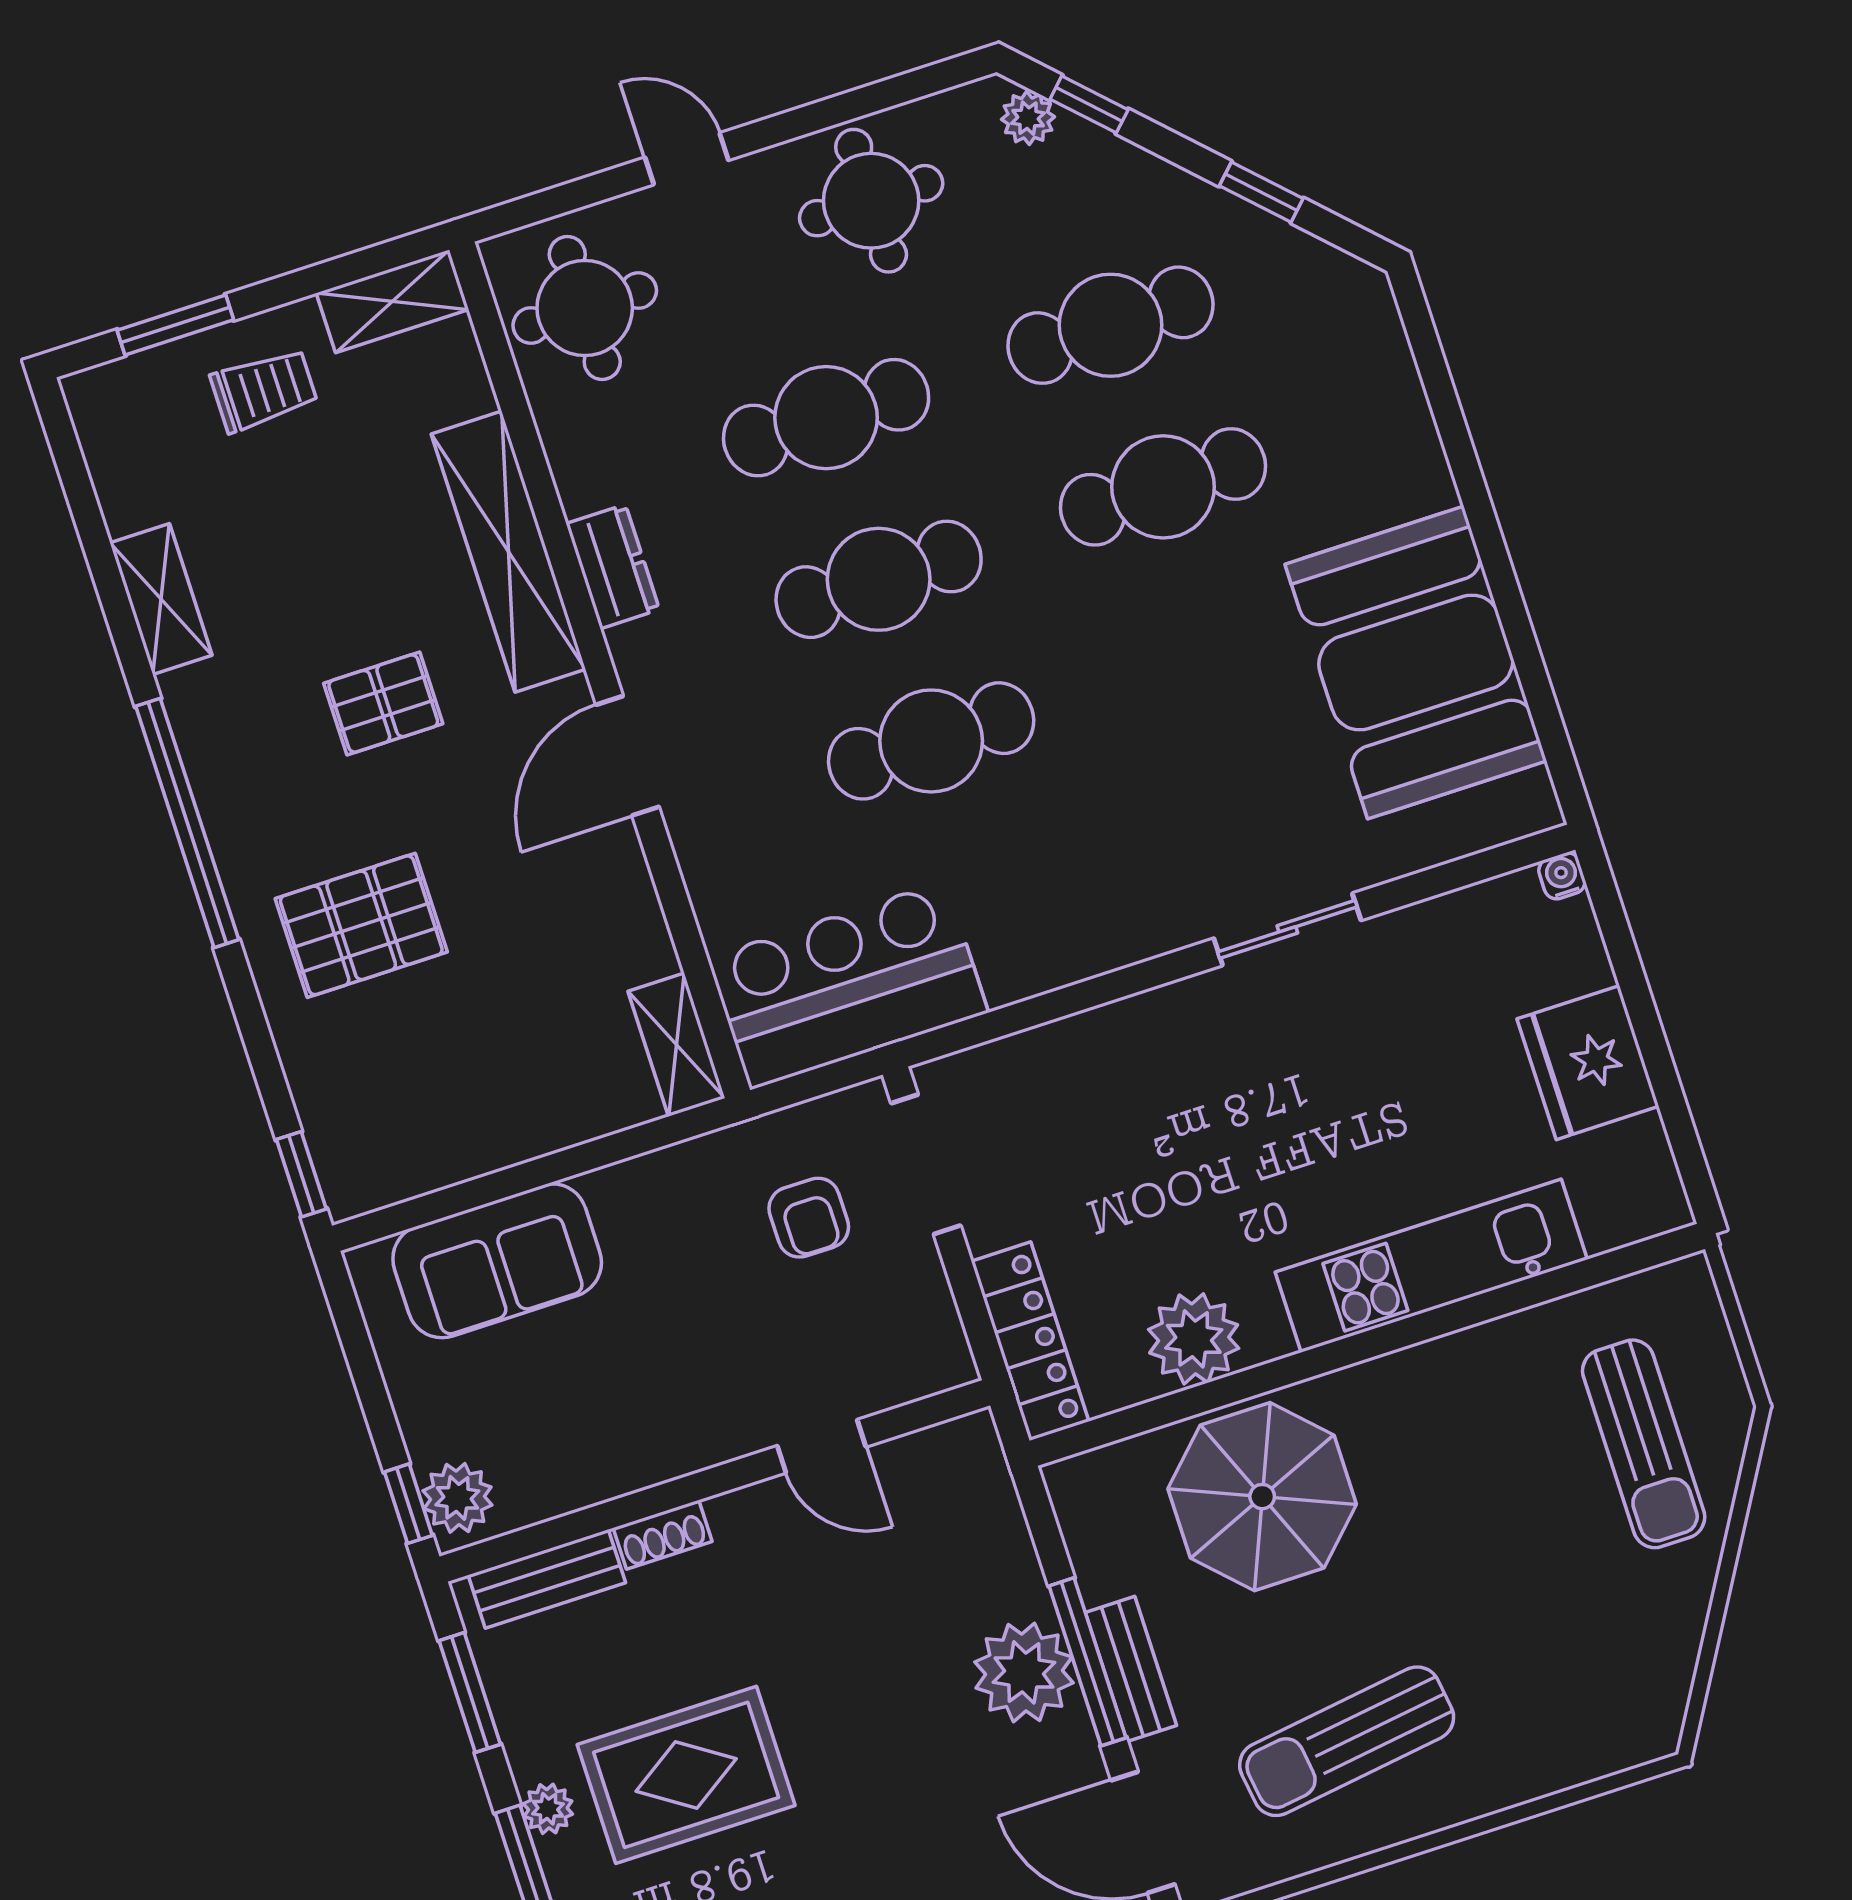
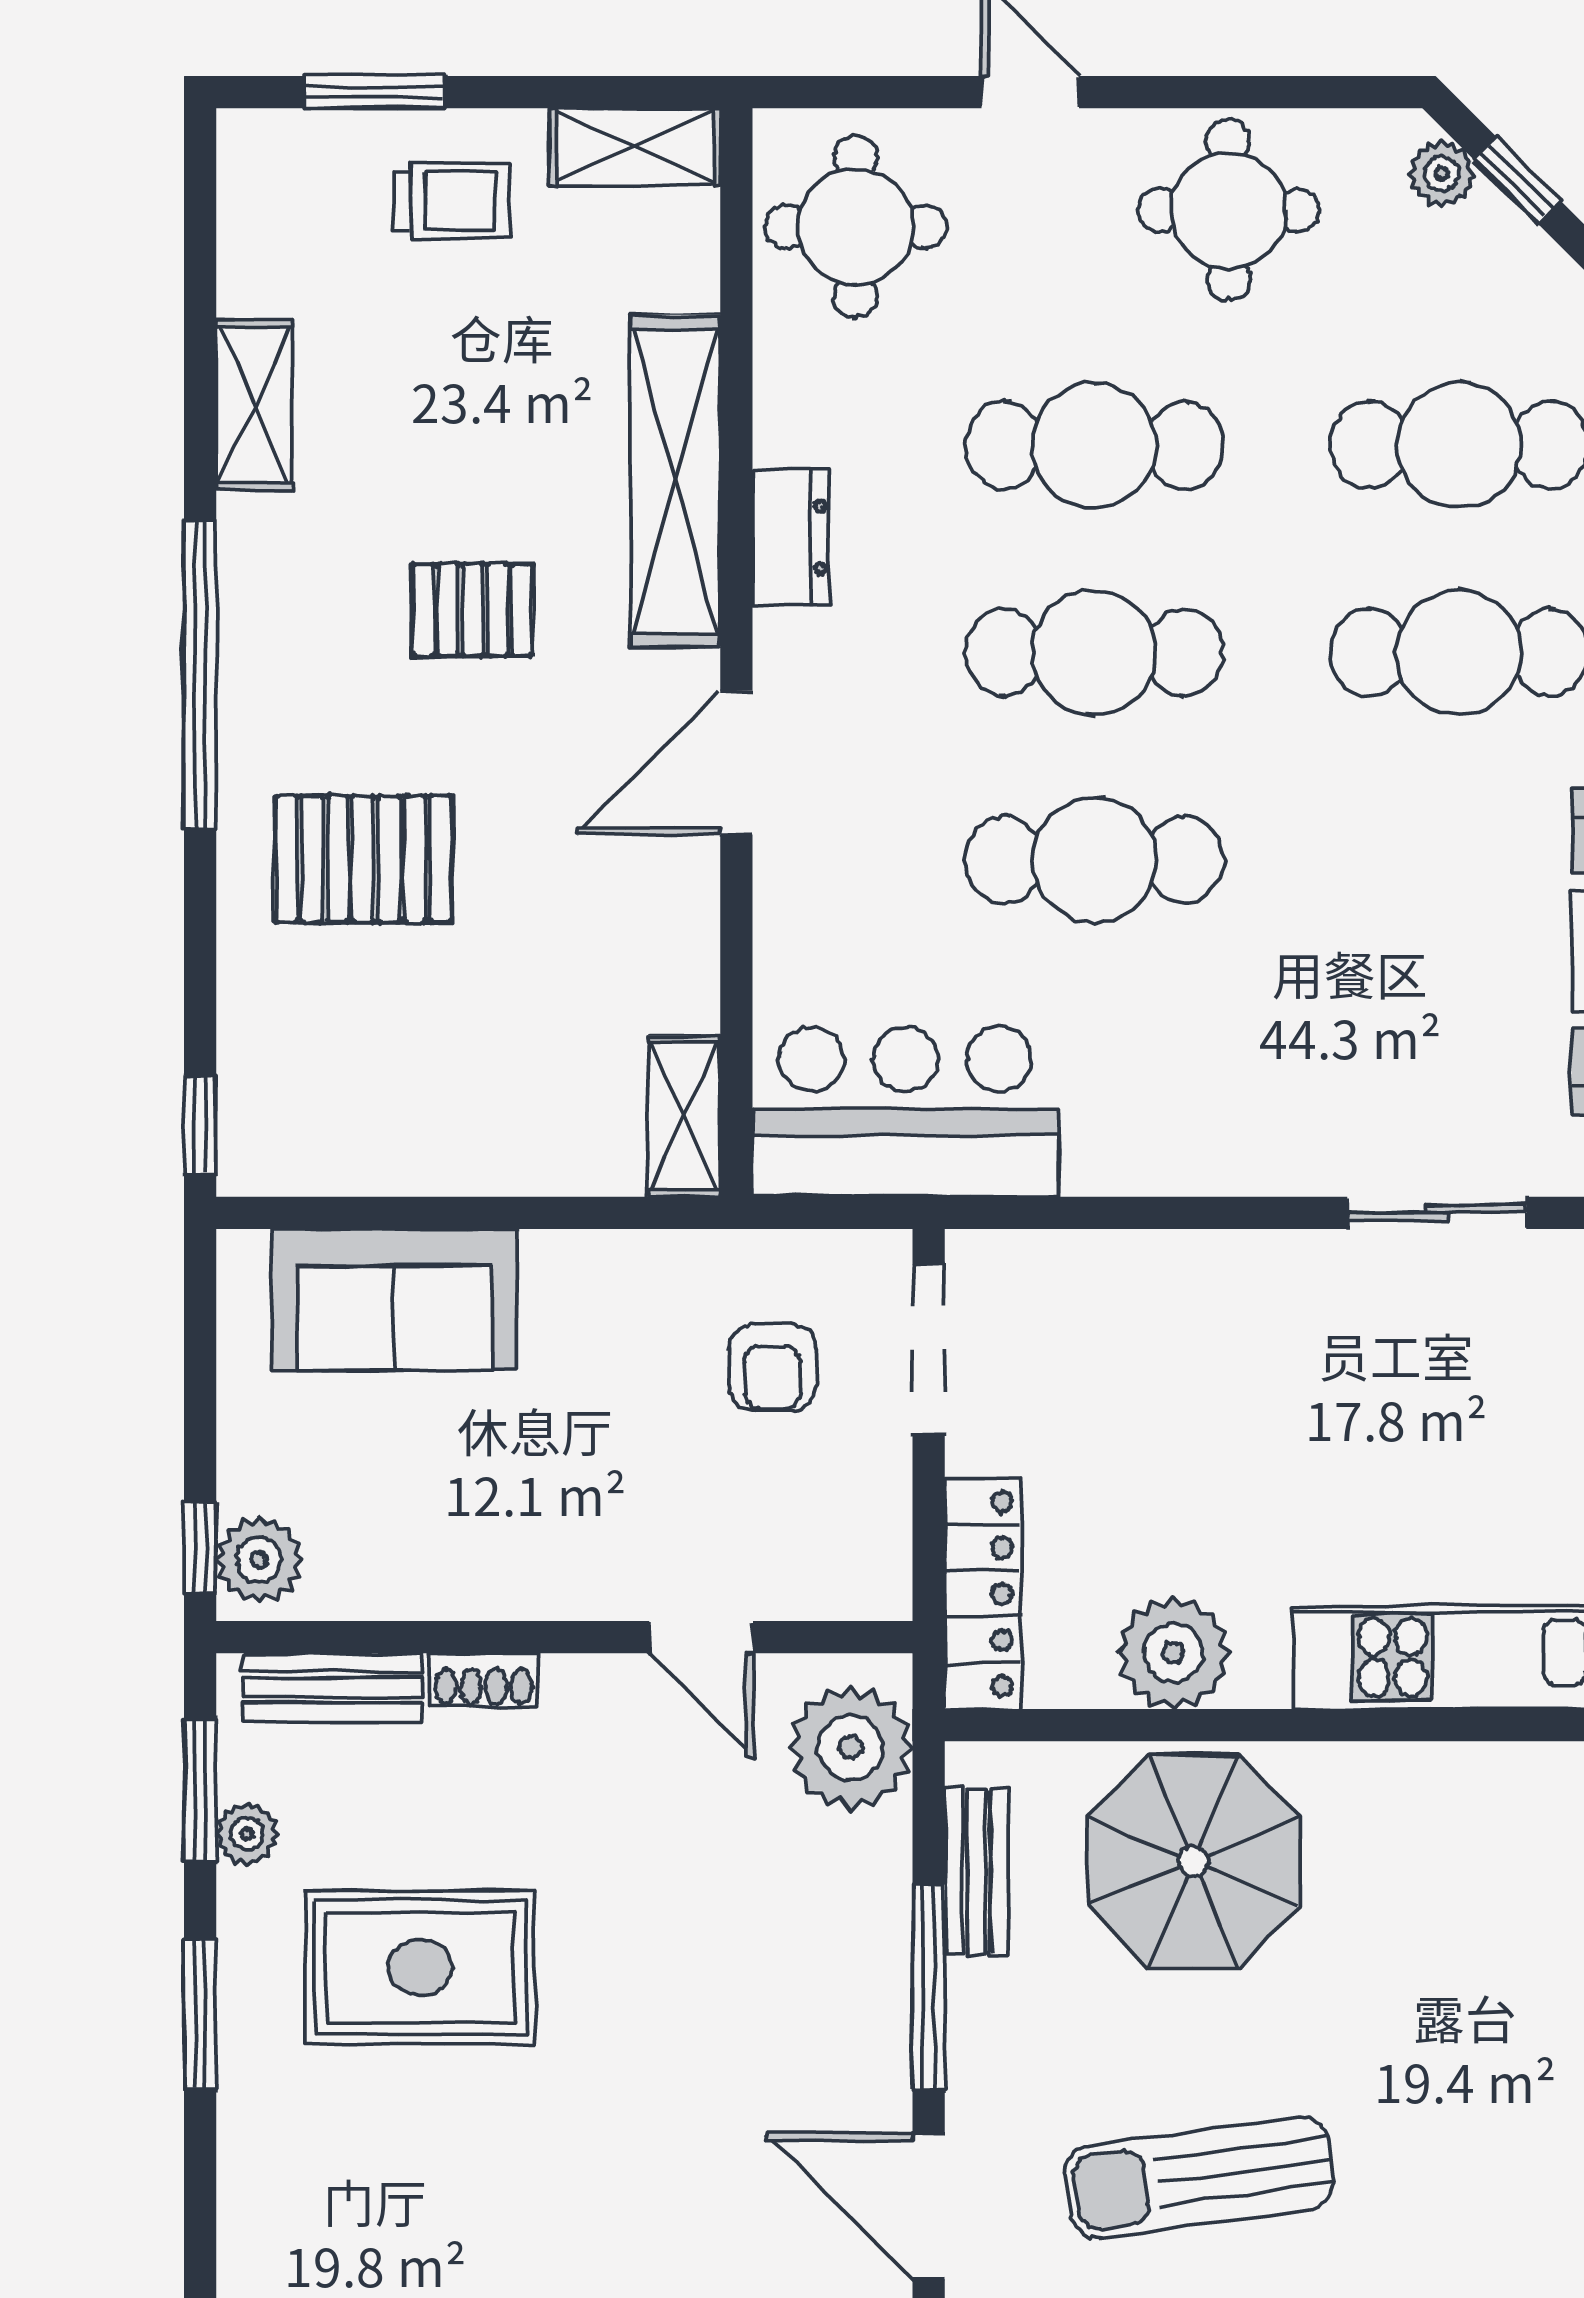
bench: (1131, 1669) -> (976, 1871), moved
plant: (1024, 1672) -> (851, 1747), moved
plant: (548, 1809) -> (247, 1834), moved

